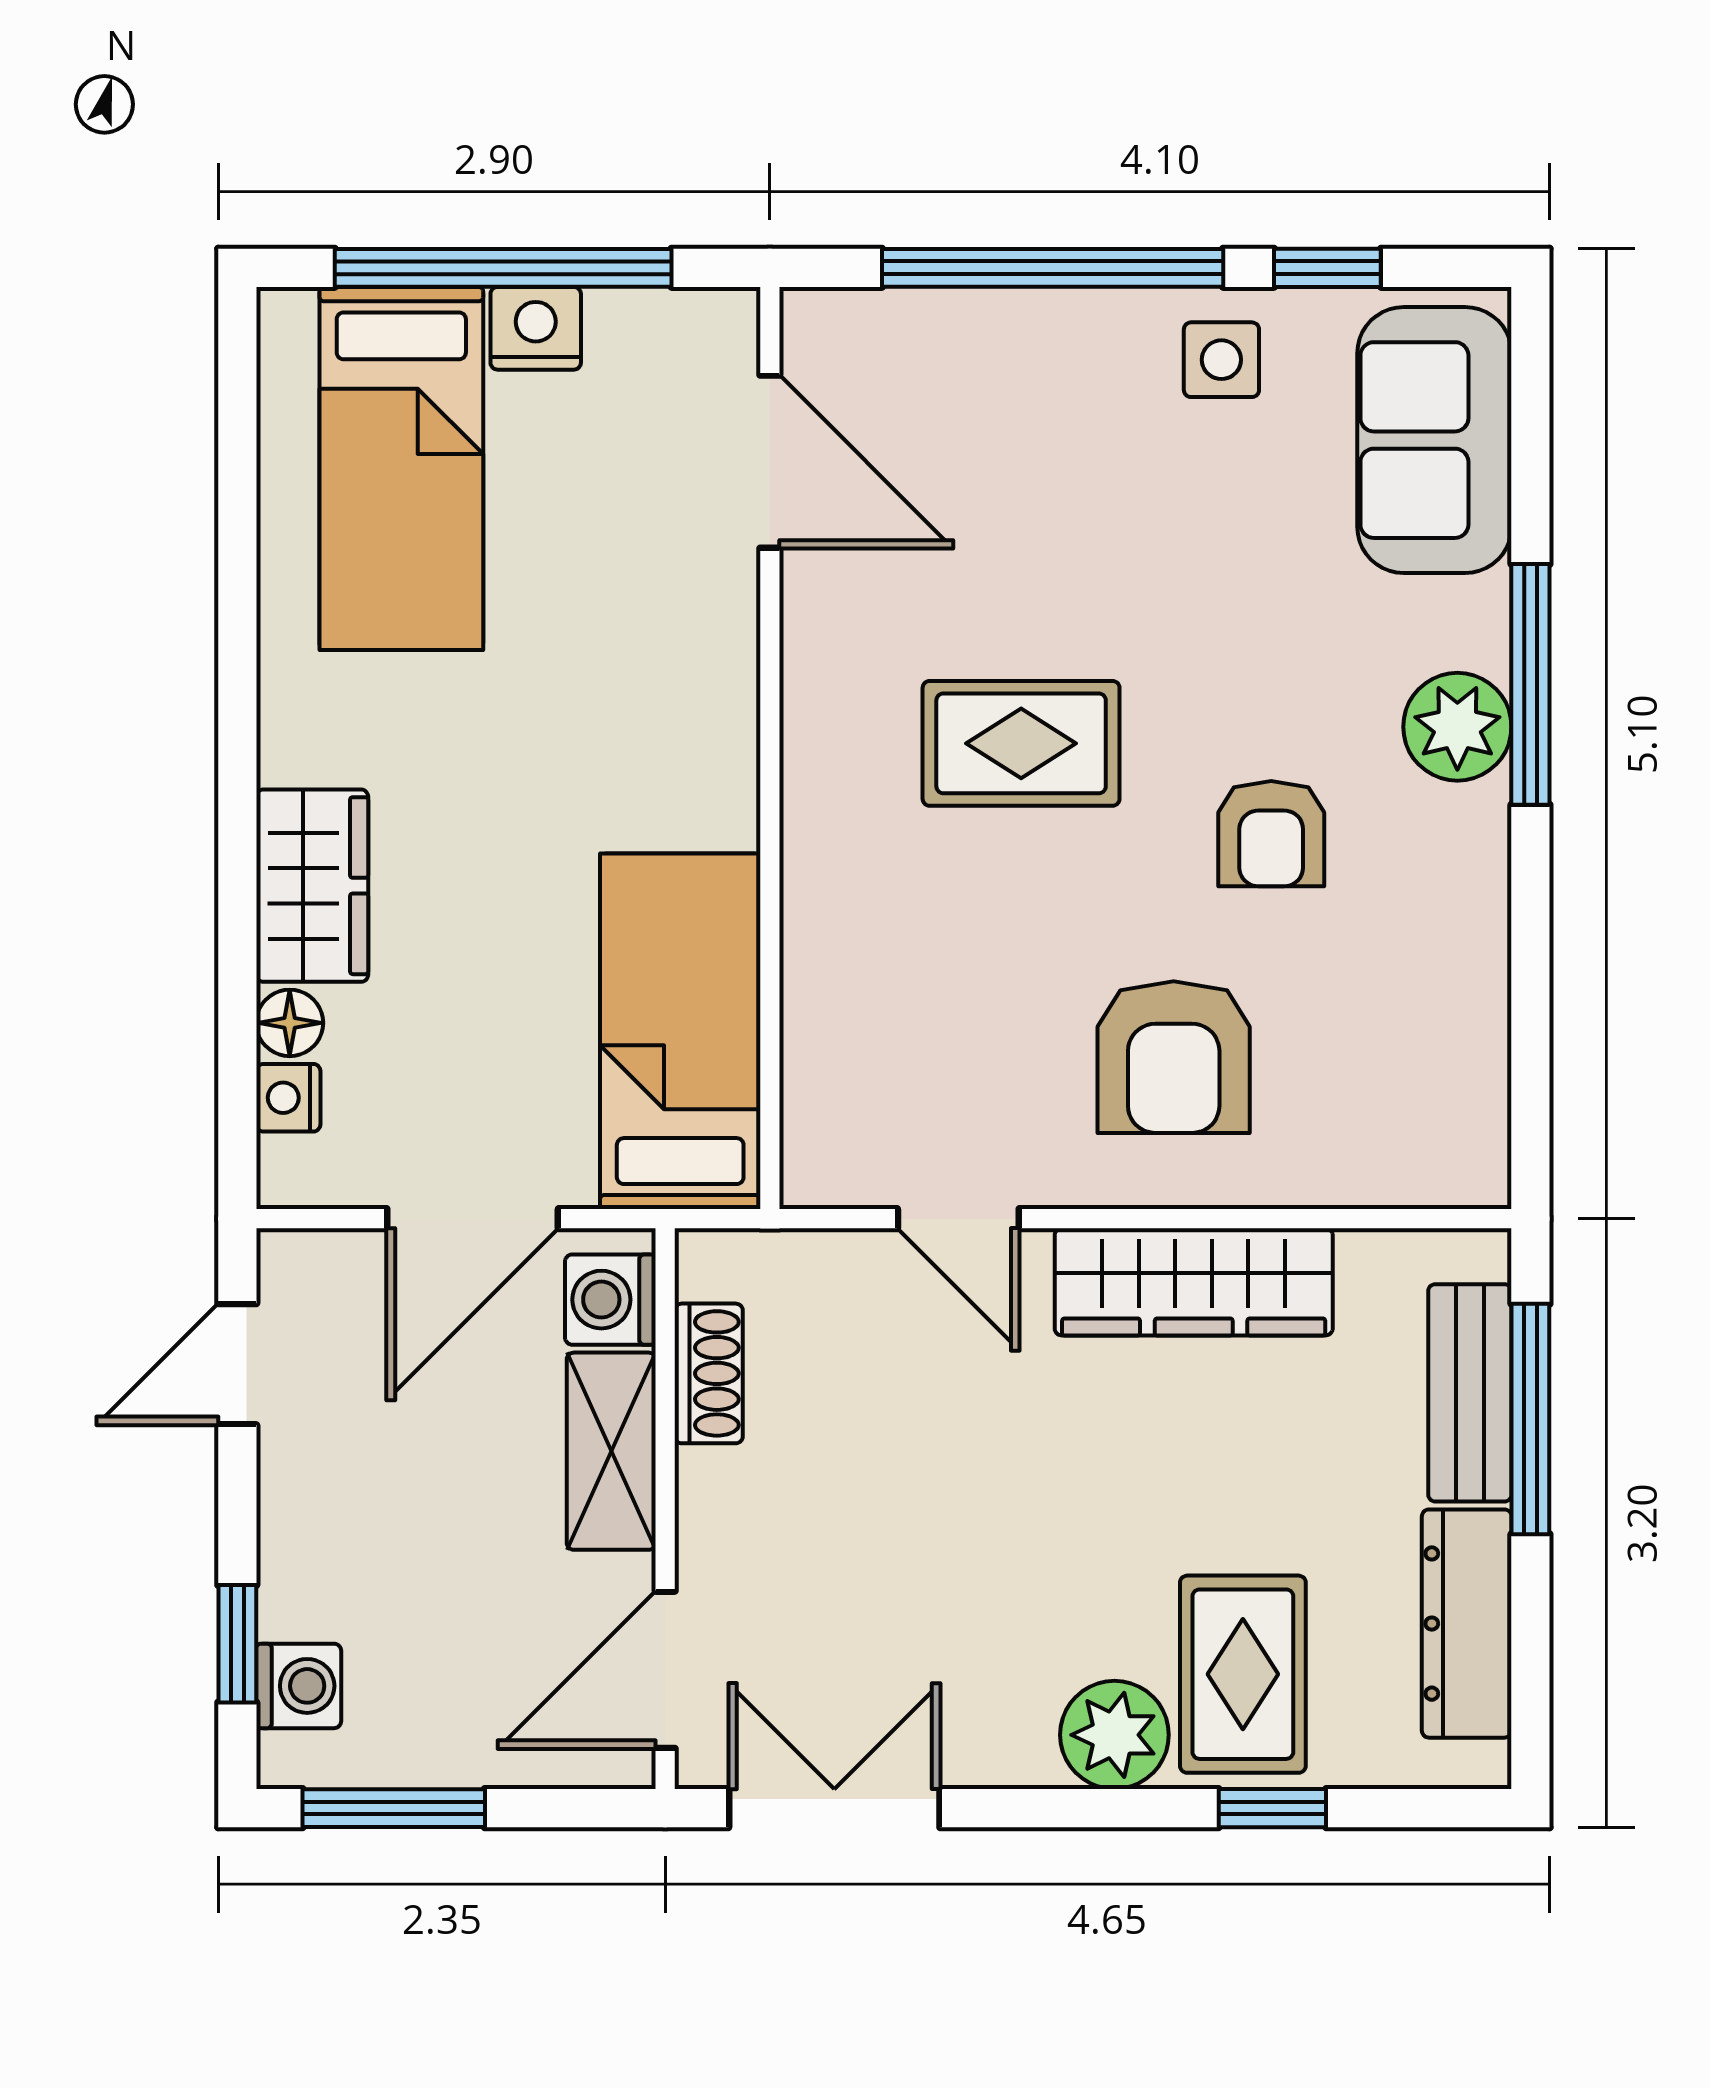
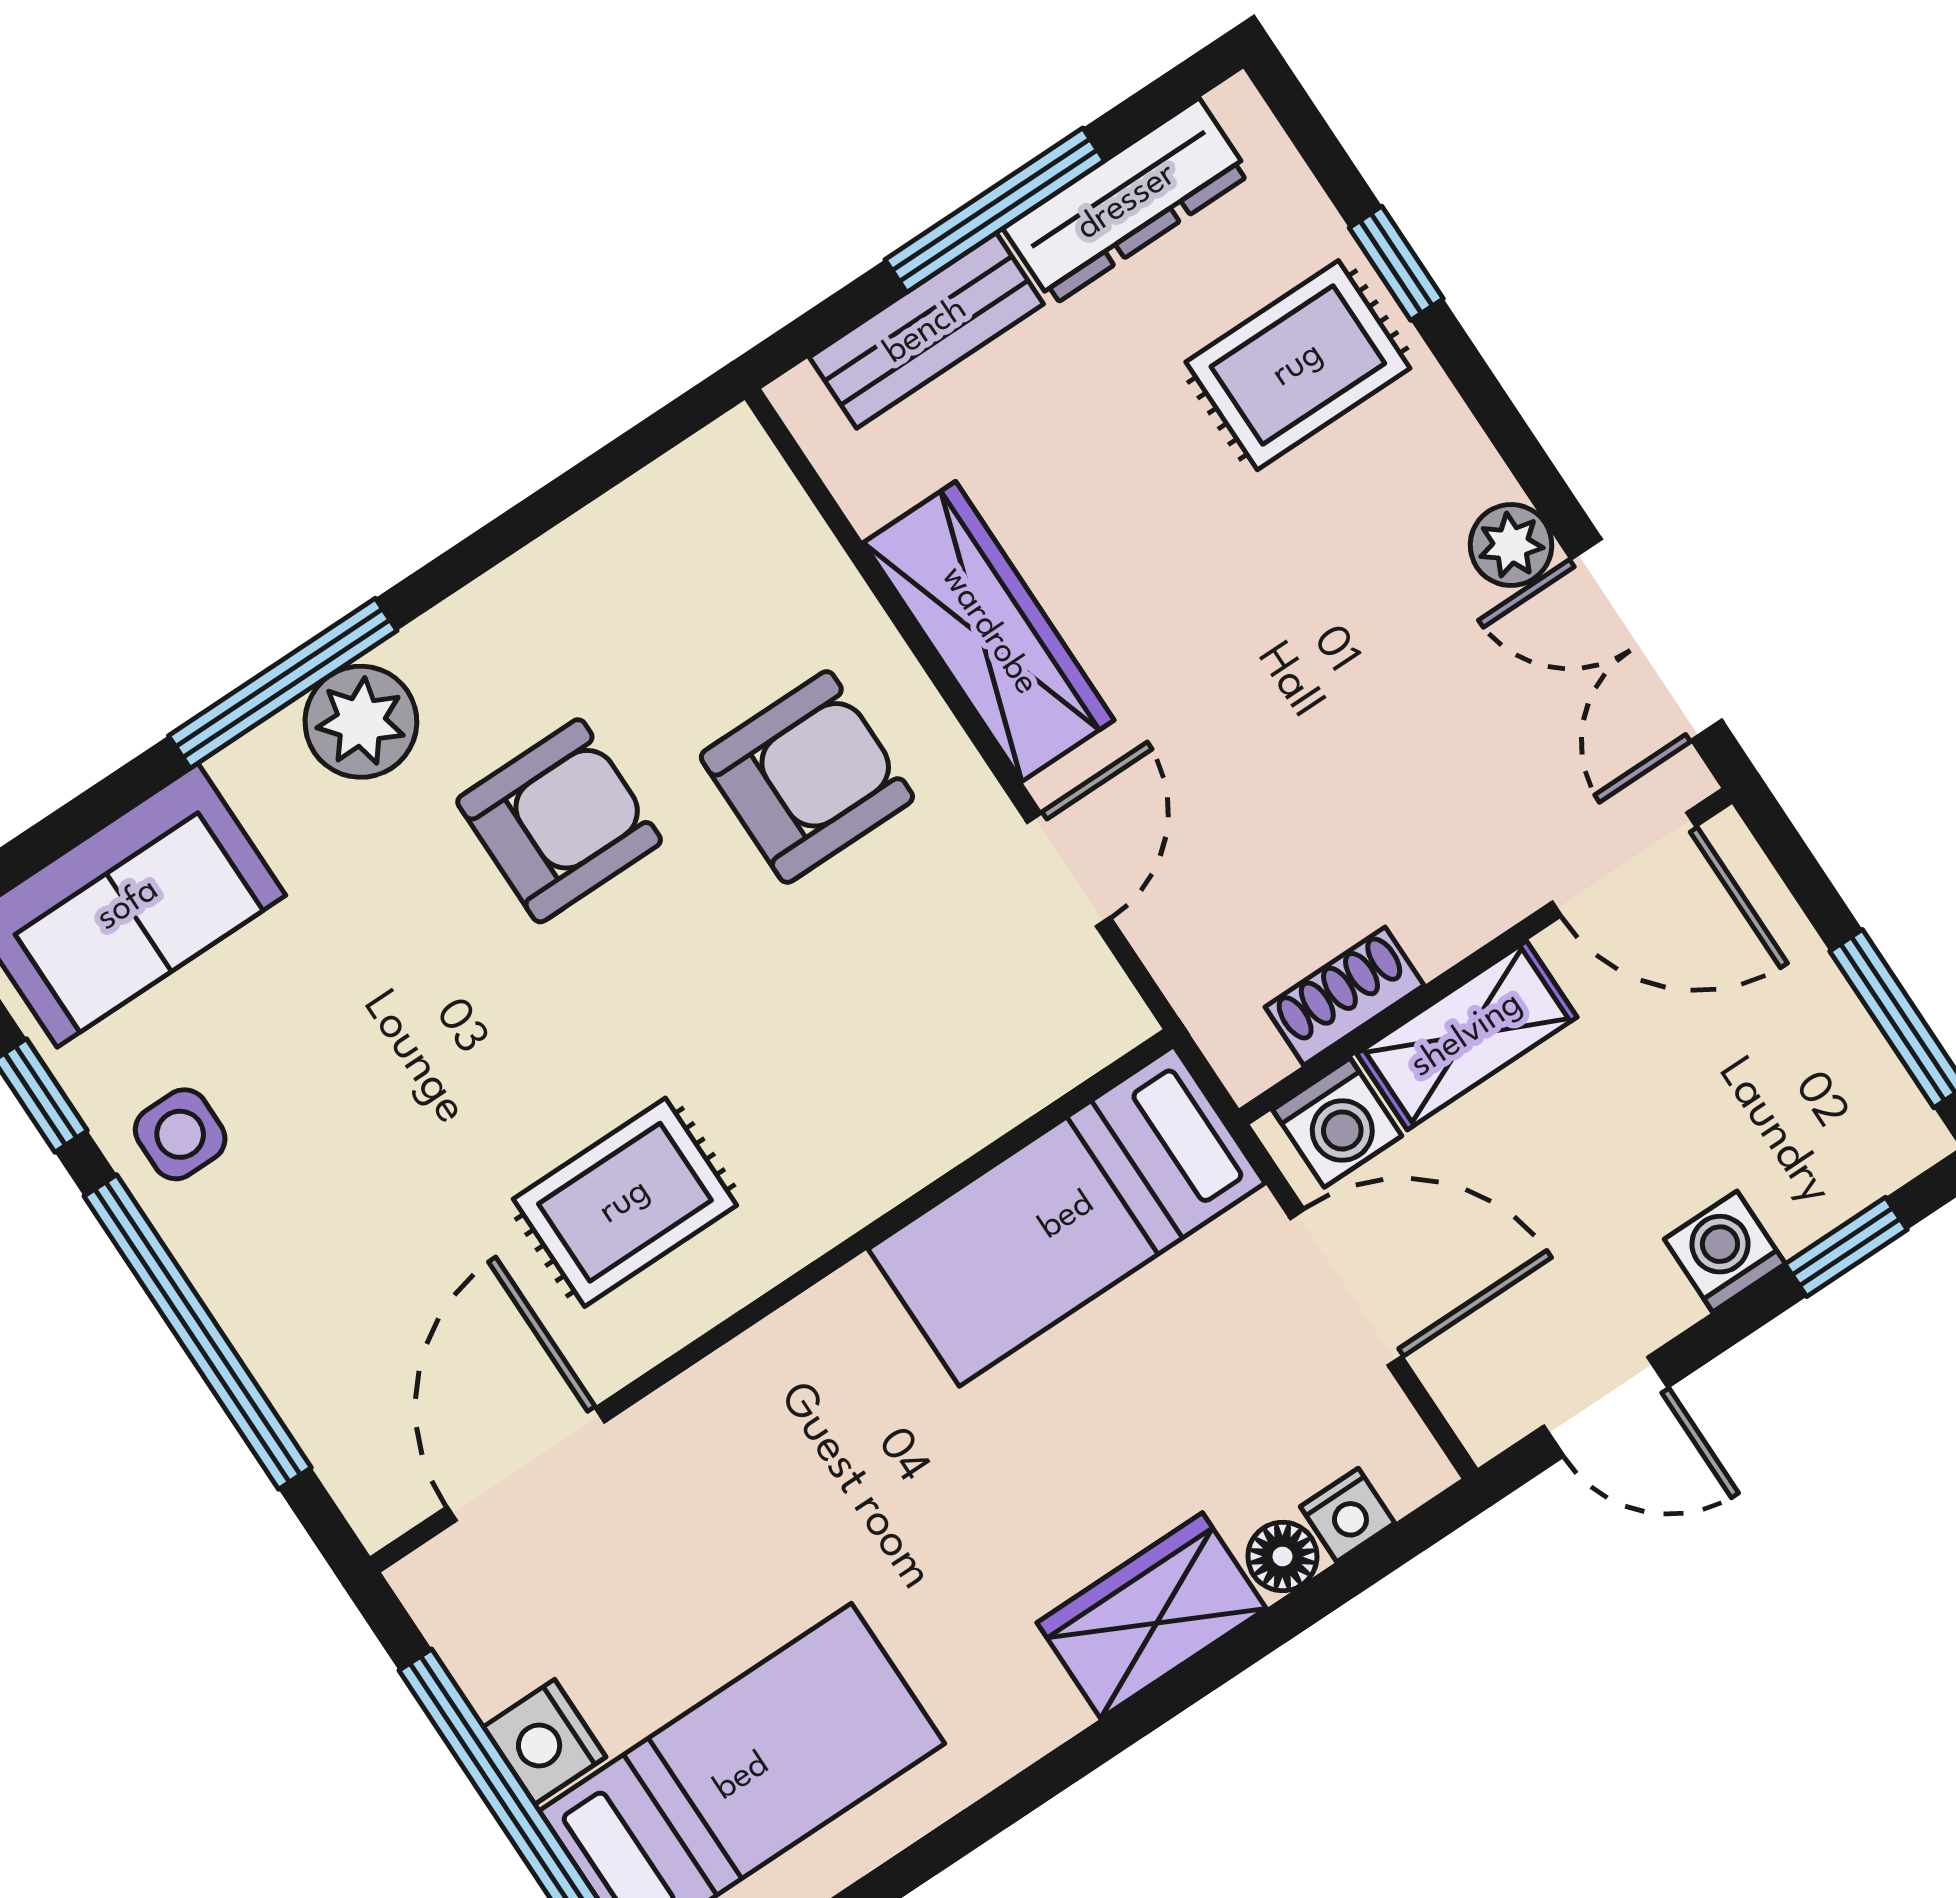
rug: (1021, 743) -> (625, 1202), moved, turned 90
armchair: (1271, 834) -> (559, 821), width x1.38, depth x1.38
window: (1530, 1419) -> (995, 210), moved
washing machine: (299, 1686) -> (1725, 1251), moved
plant: (1114, 1735) -> (1511, 545), moved, width x0.73, depth x0.73

